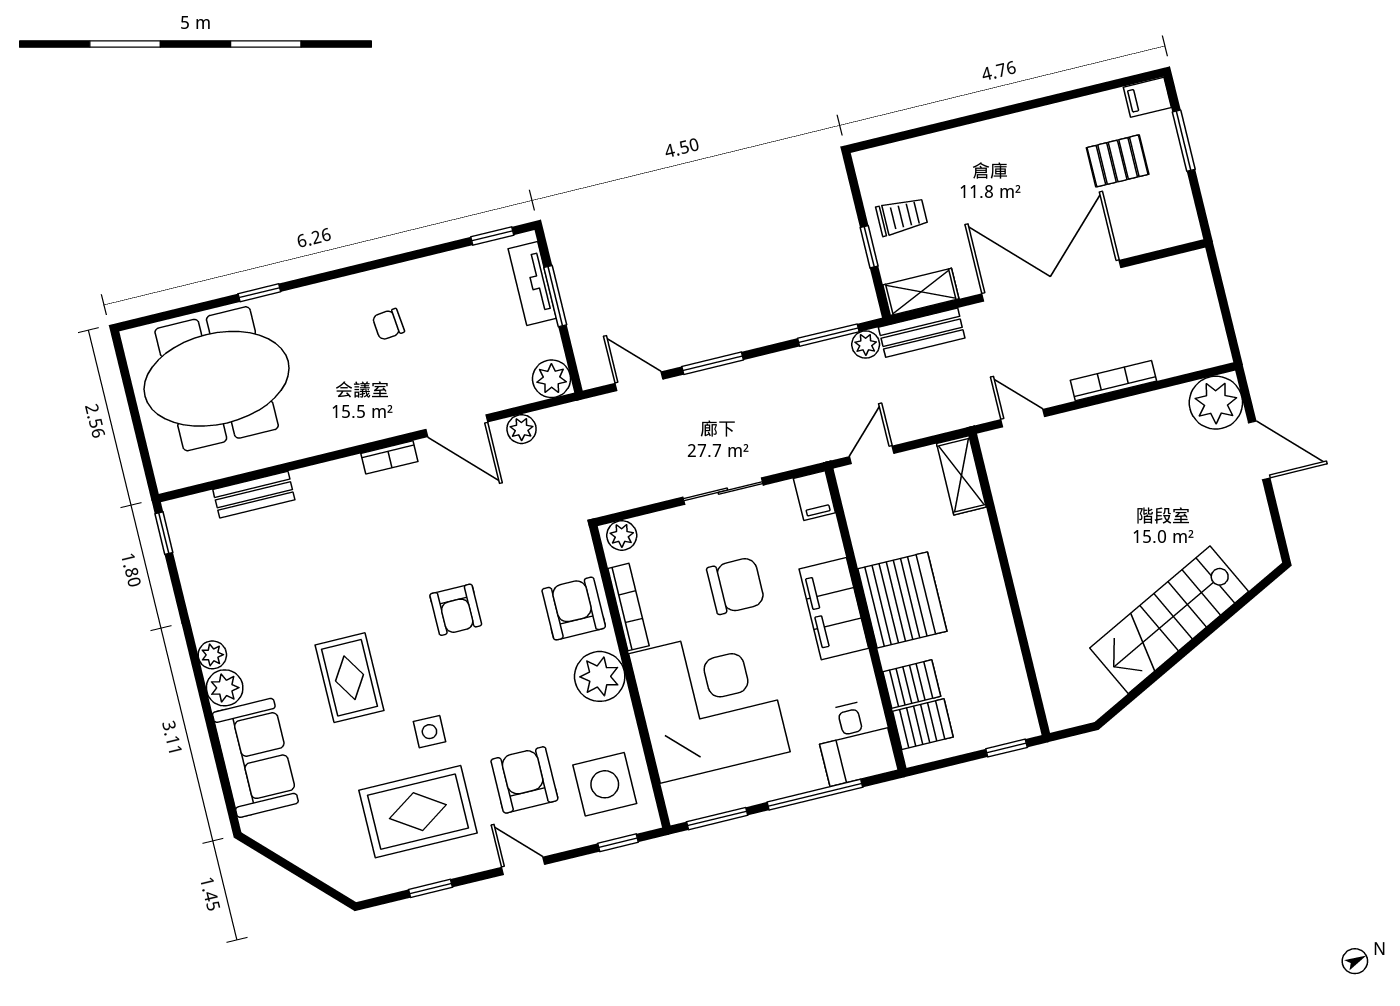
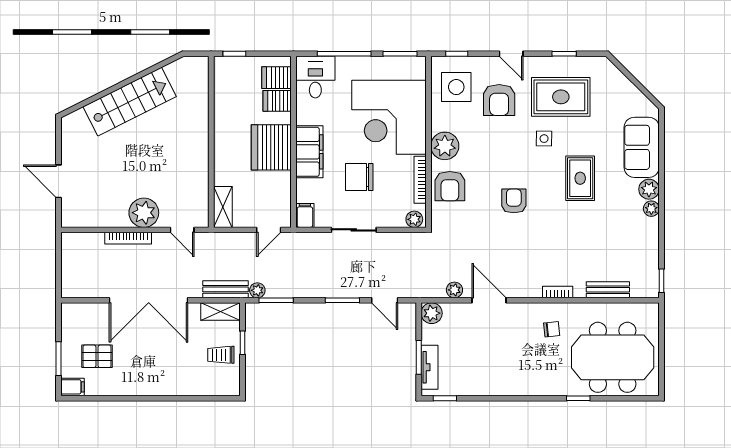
chair: (388, 324) -> (552, 329), moved
plant: (1216, 403) -> (144, 213), moved
bookcase: (389, 457) -> (558, 292), moved

